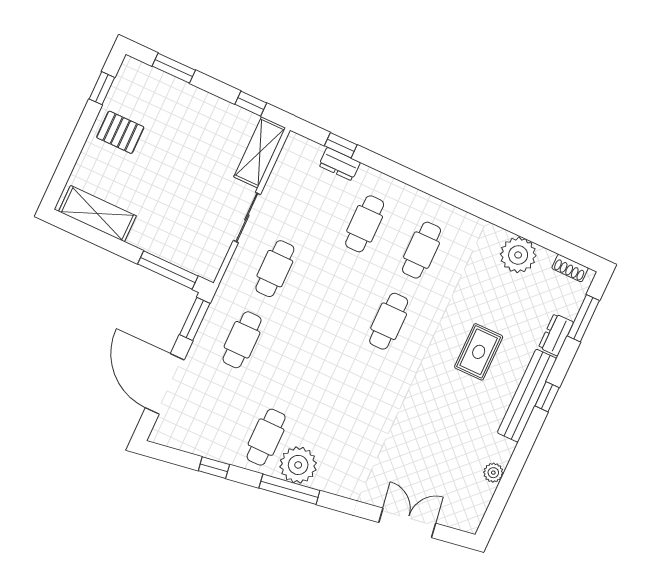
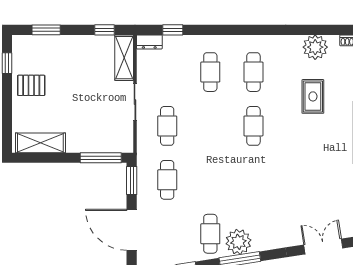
dresser: (339, 164) -> (149, 42), moved
rug: (479, 352) -> (313, 96), moved

